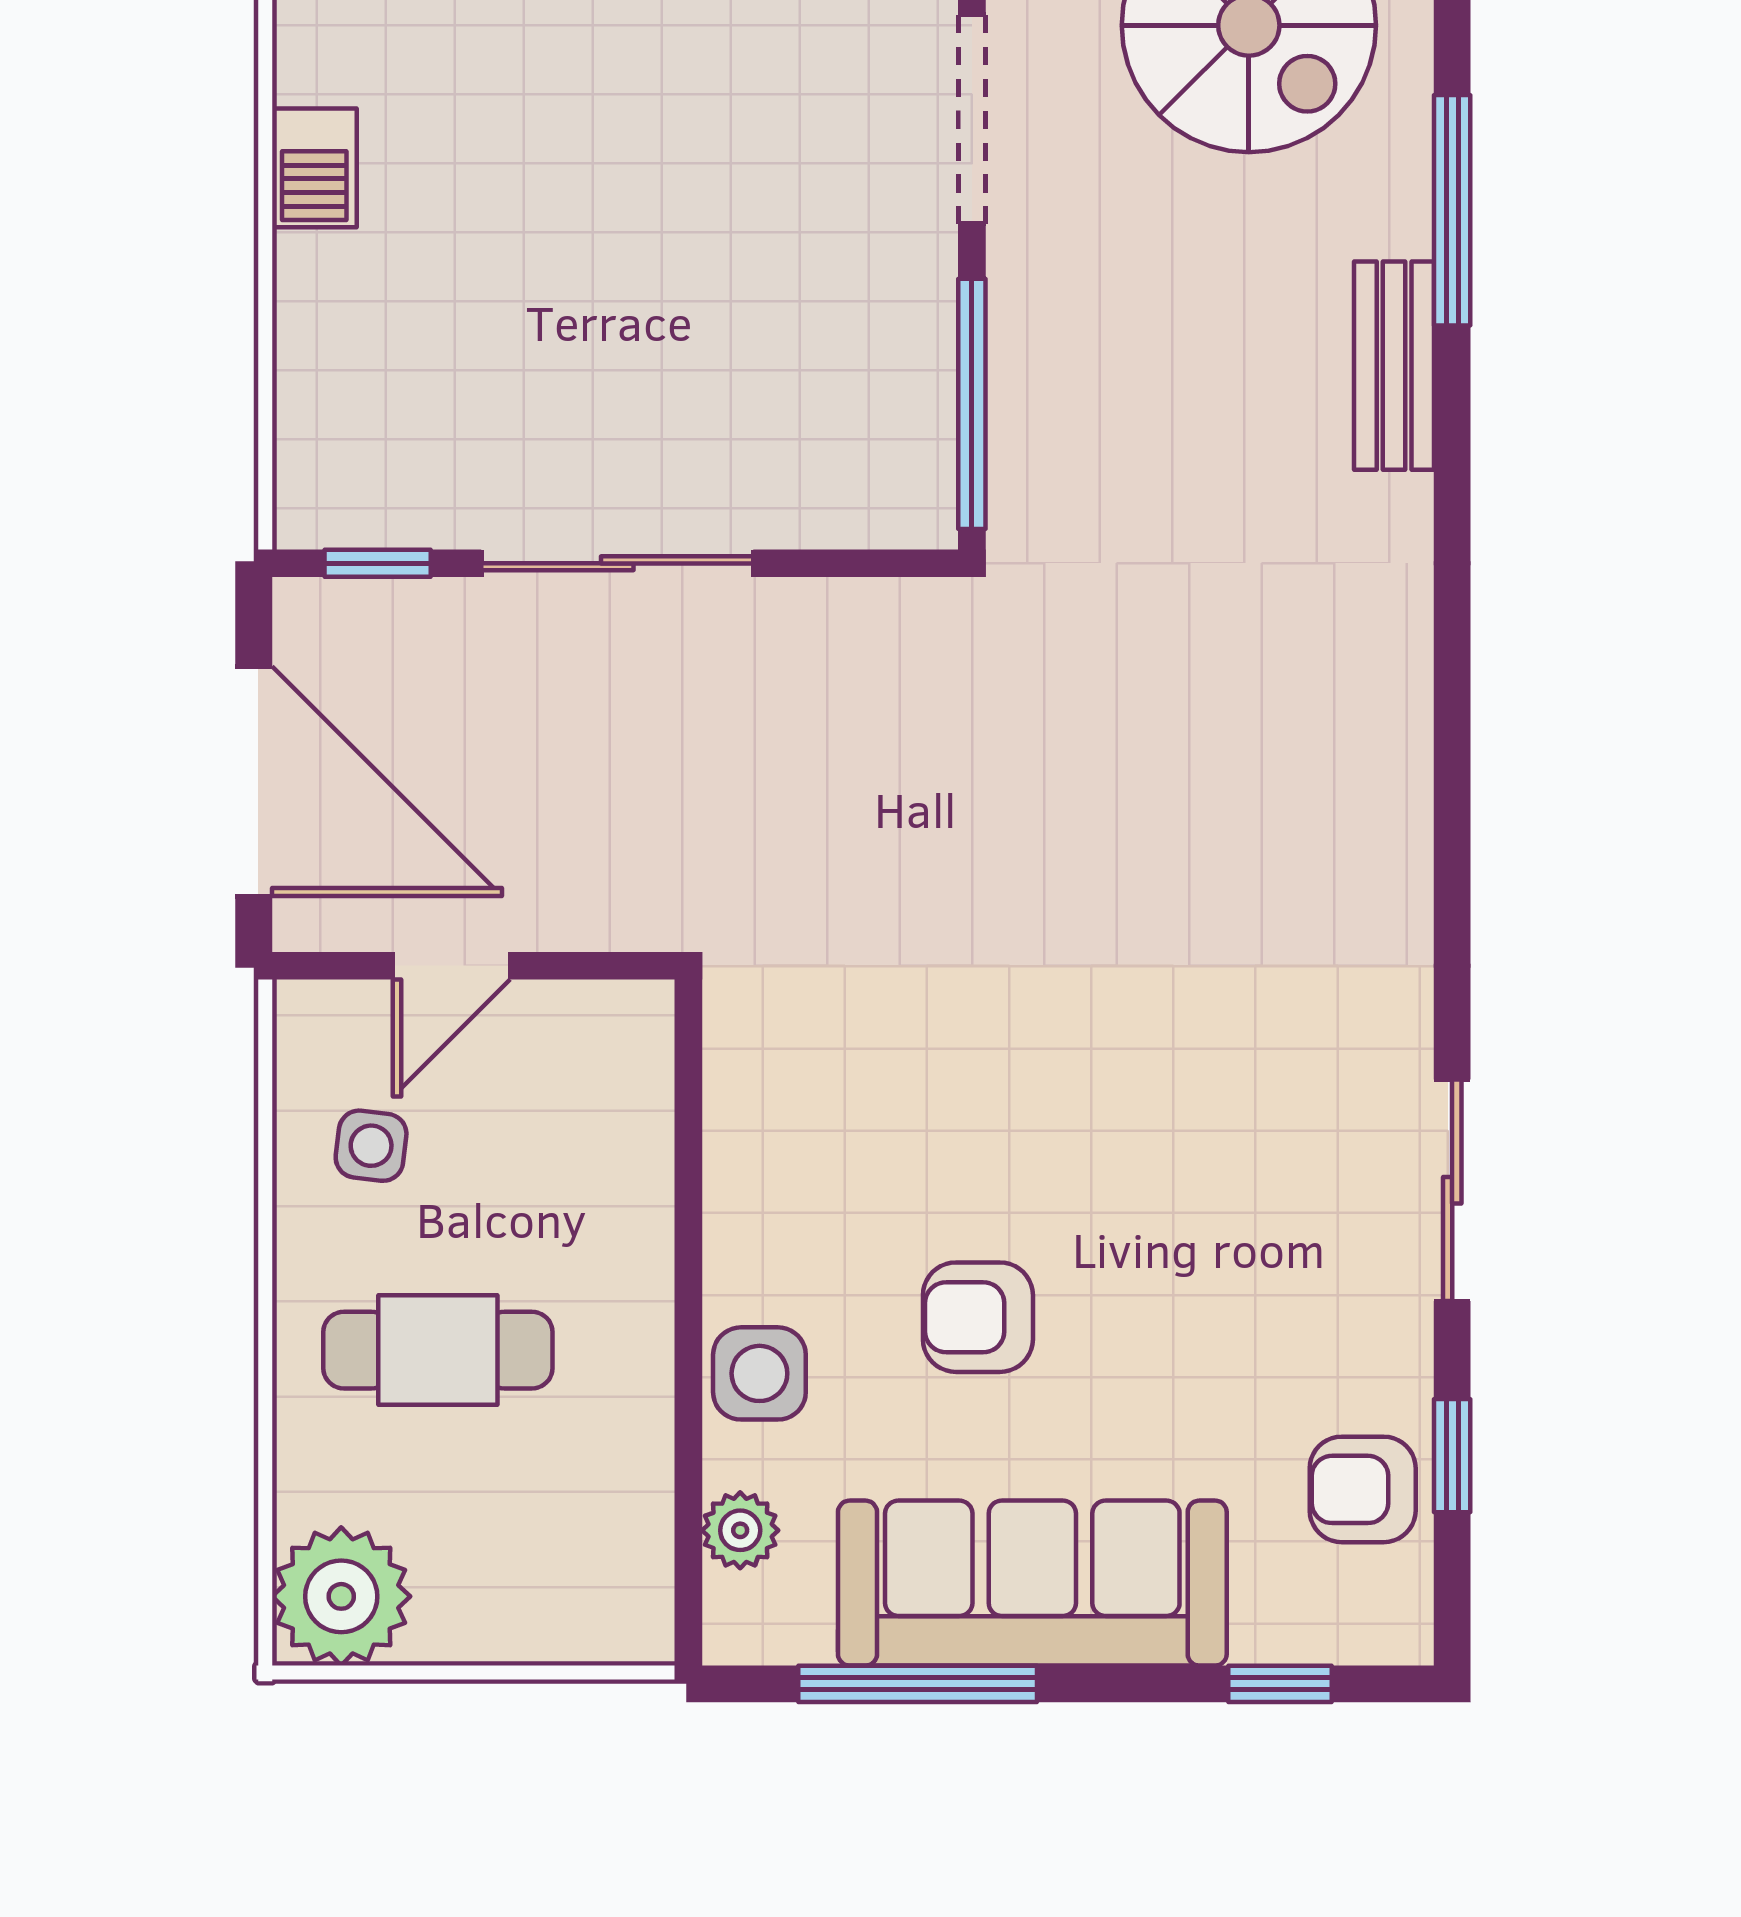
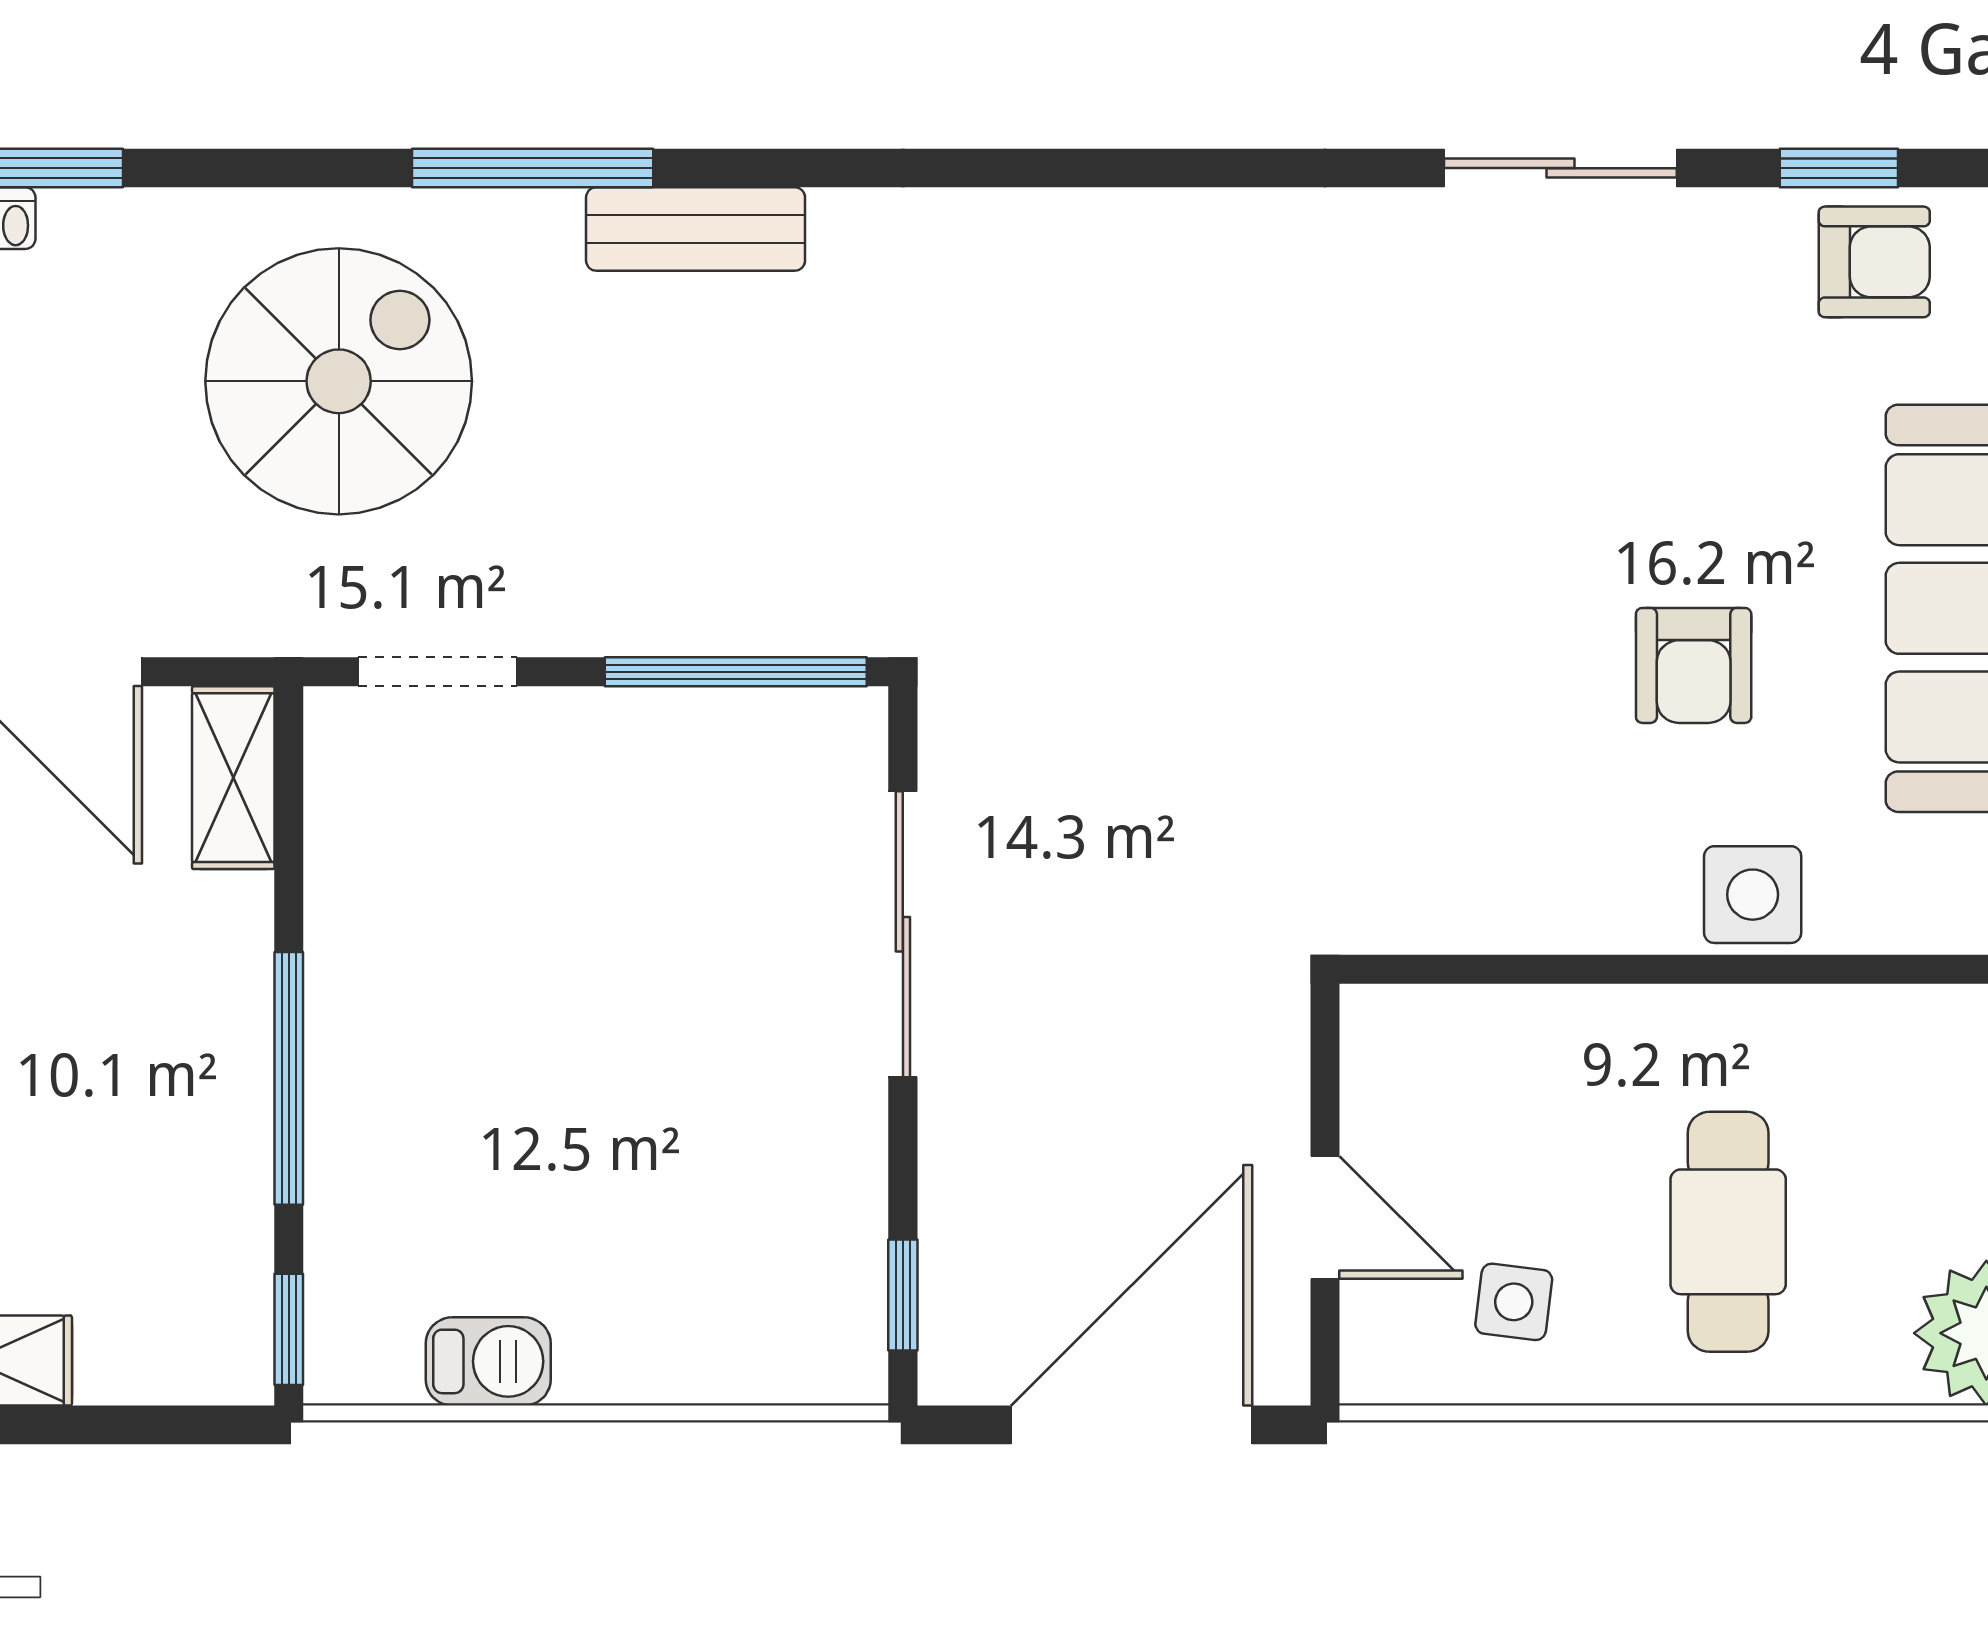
doorway: (972, 119) -> (437, 672), width x0.73
sliding door: (617, 563) -> (903, 934), moved
armchair: (1363, 1489) -> (1874, 262), turned -90
plant: (740, 1530) -> (1917, 915), removed

